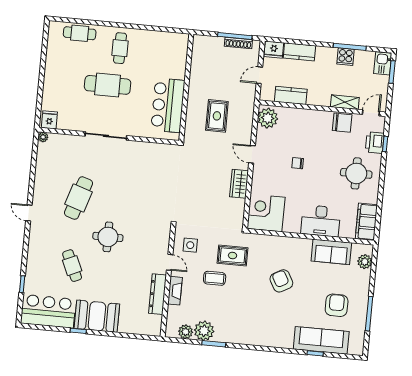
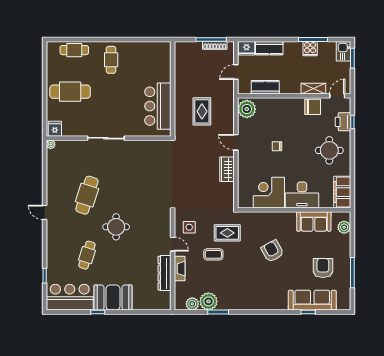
cafe table: (108, 85) -> (70, 92), moved
corner desk: (266, 213) -> (269, 193), moved
cafe table: (72, 266) -> (87, 255), turned 42

